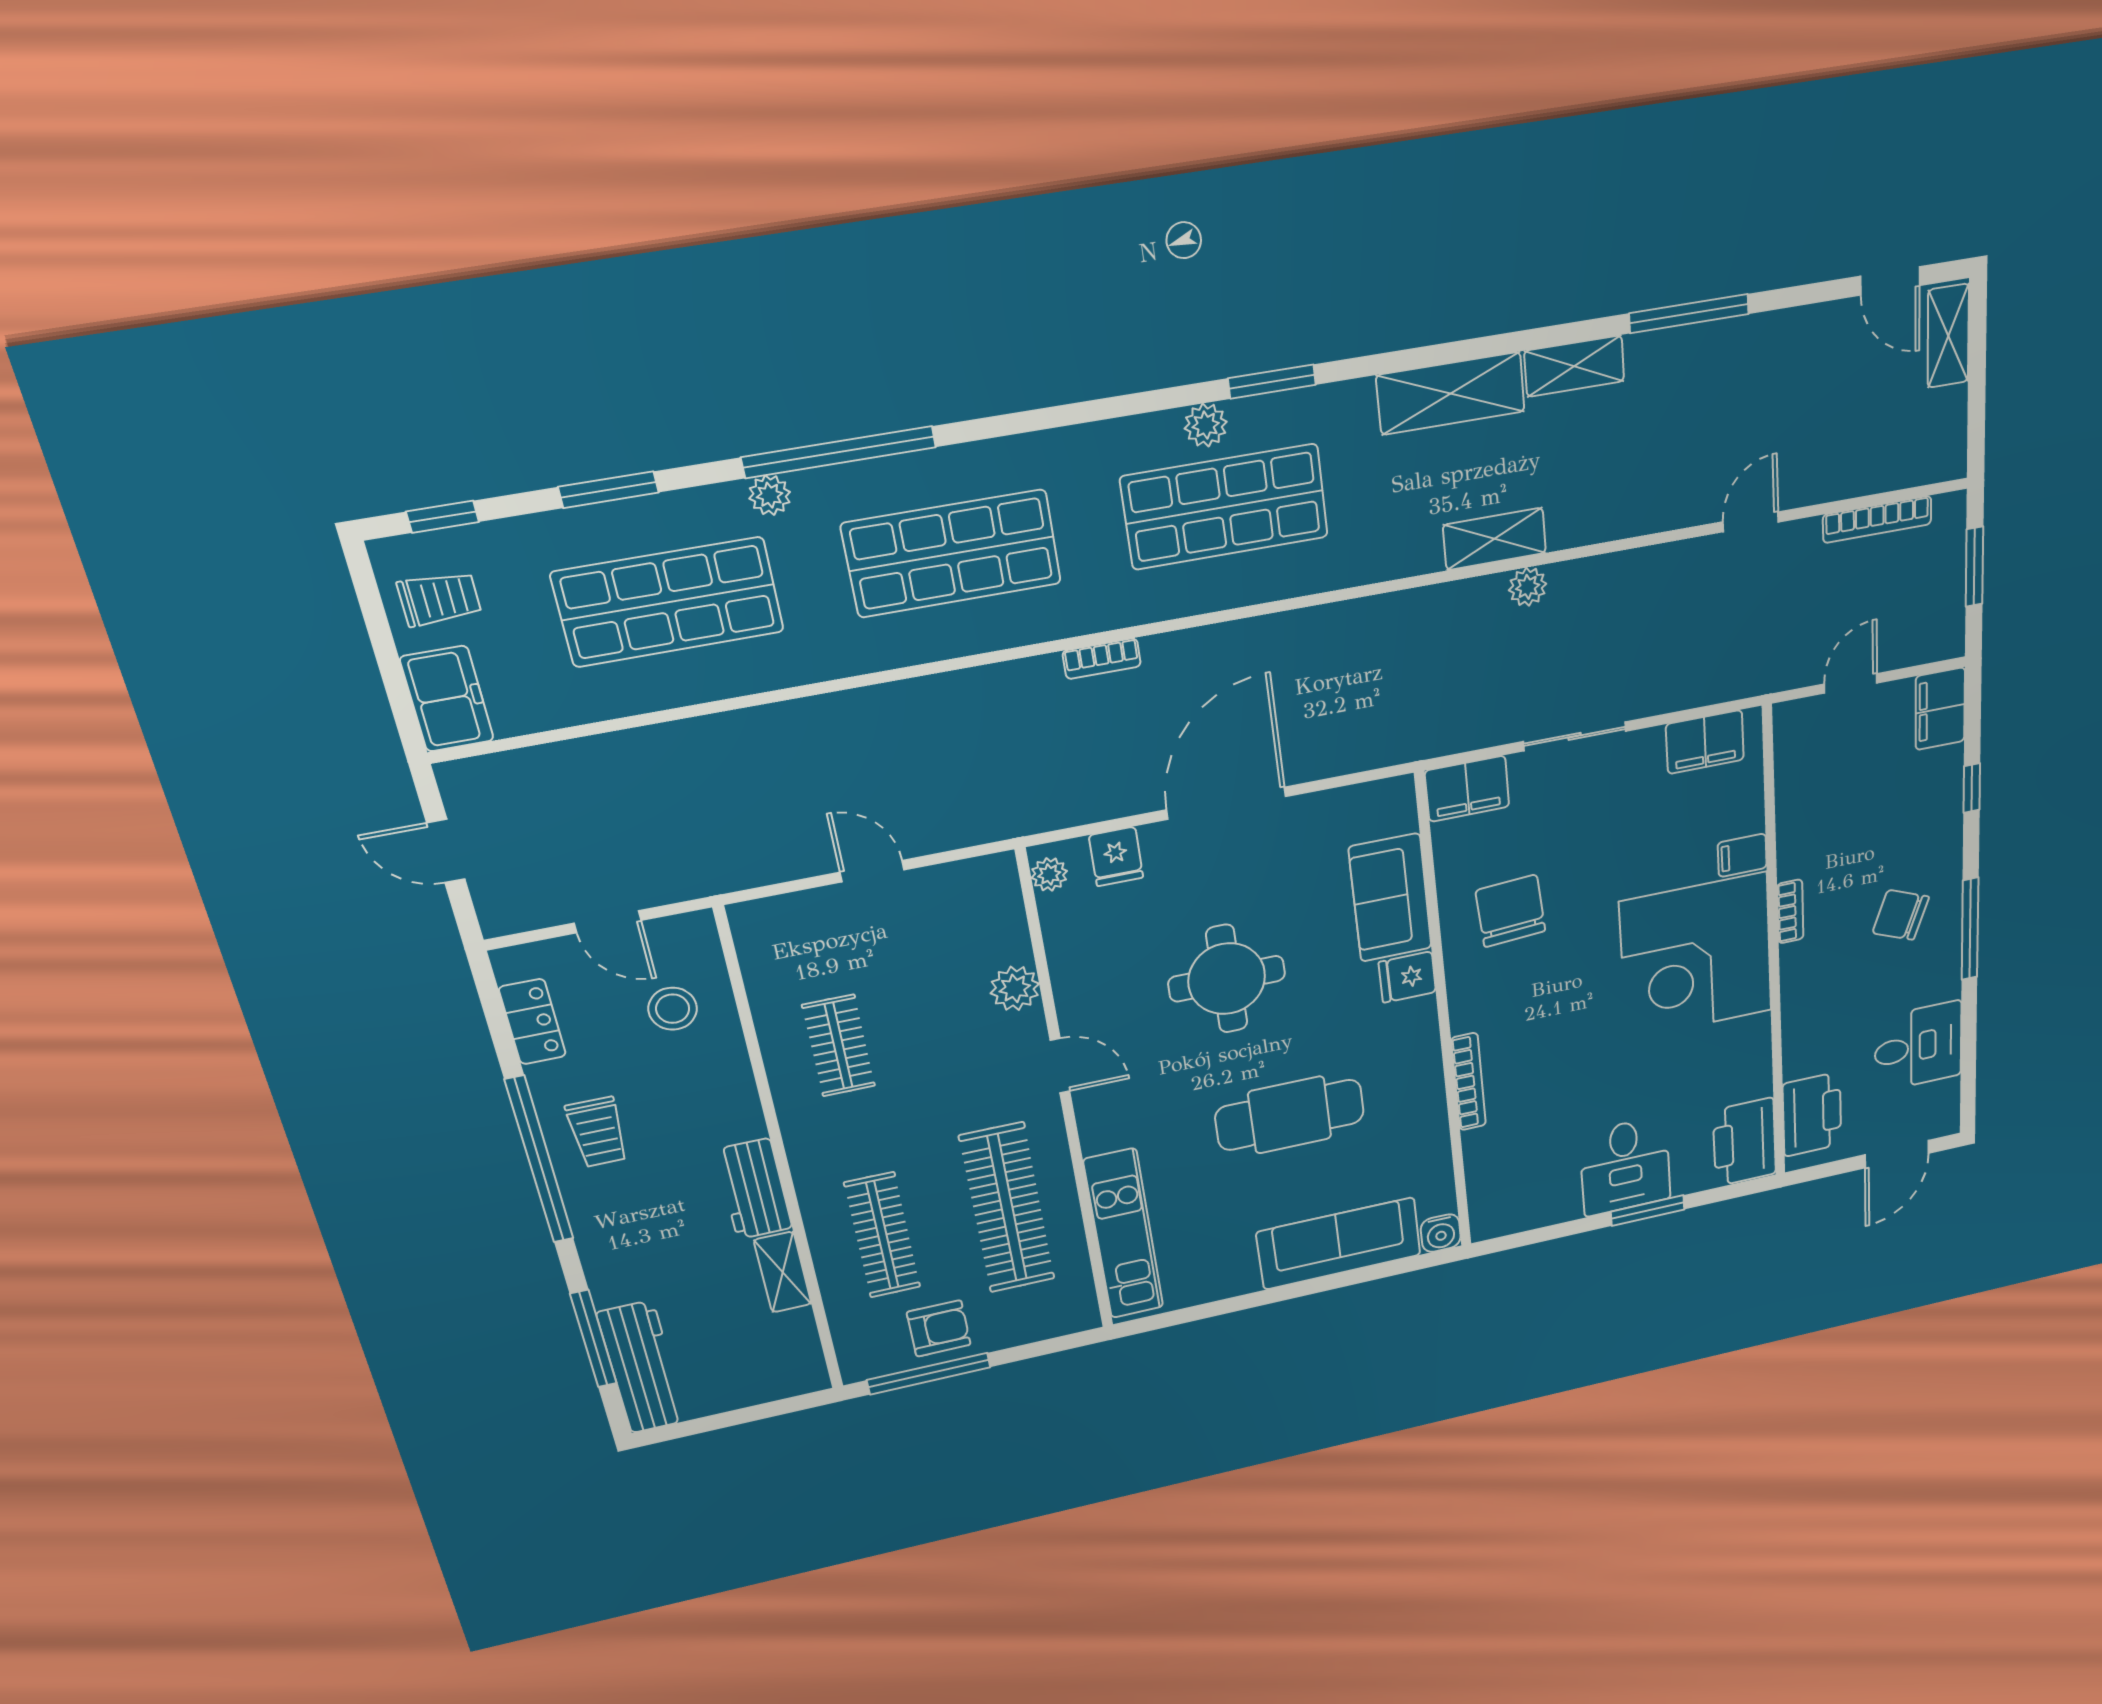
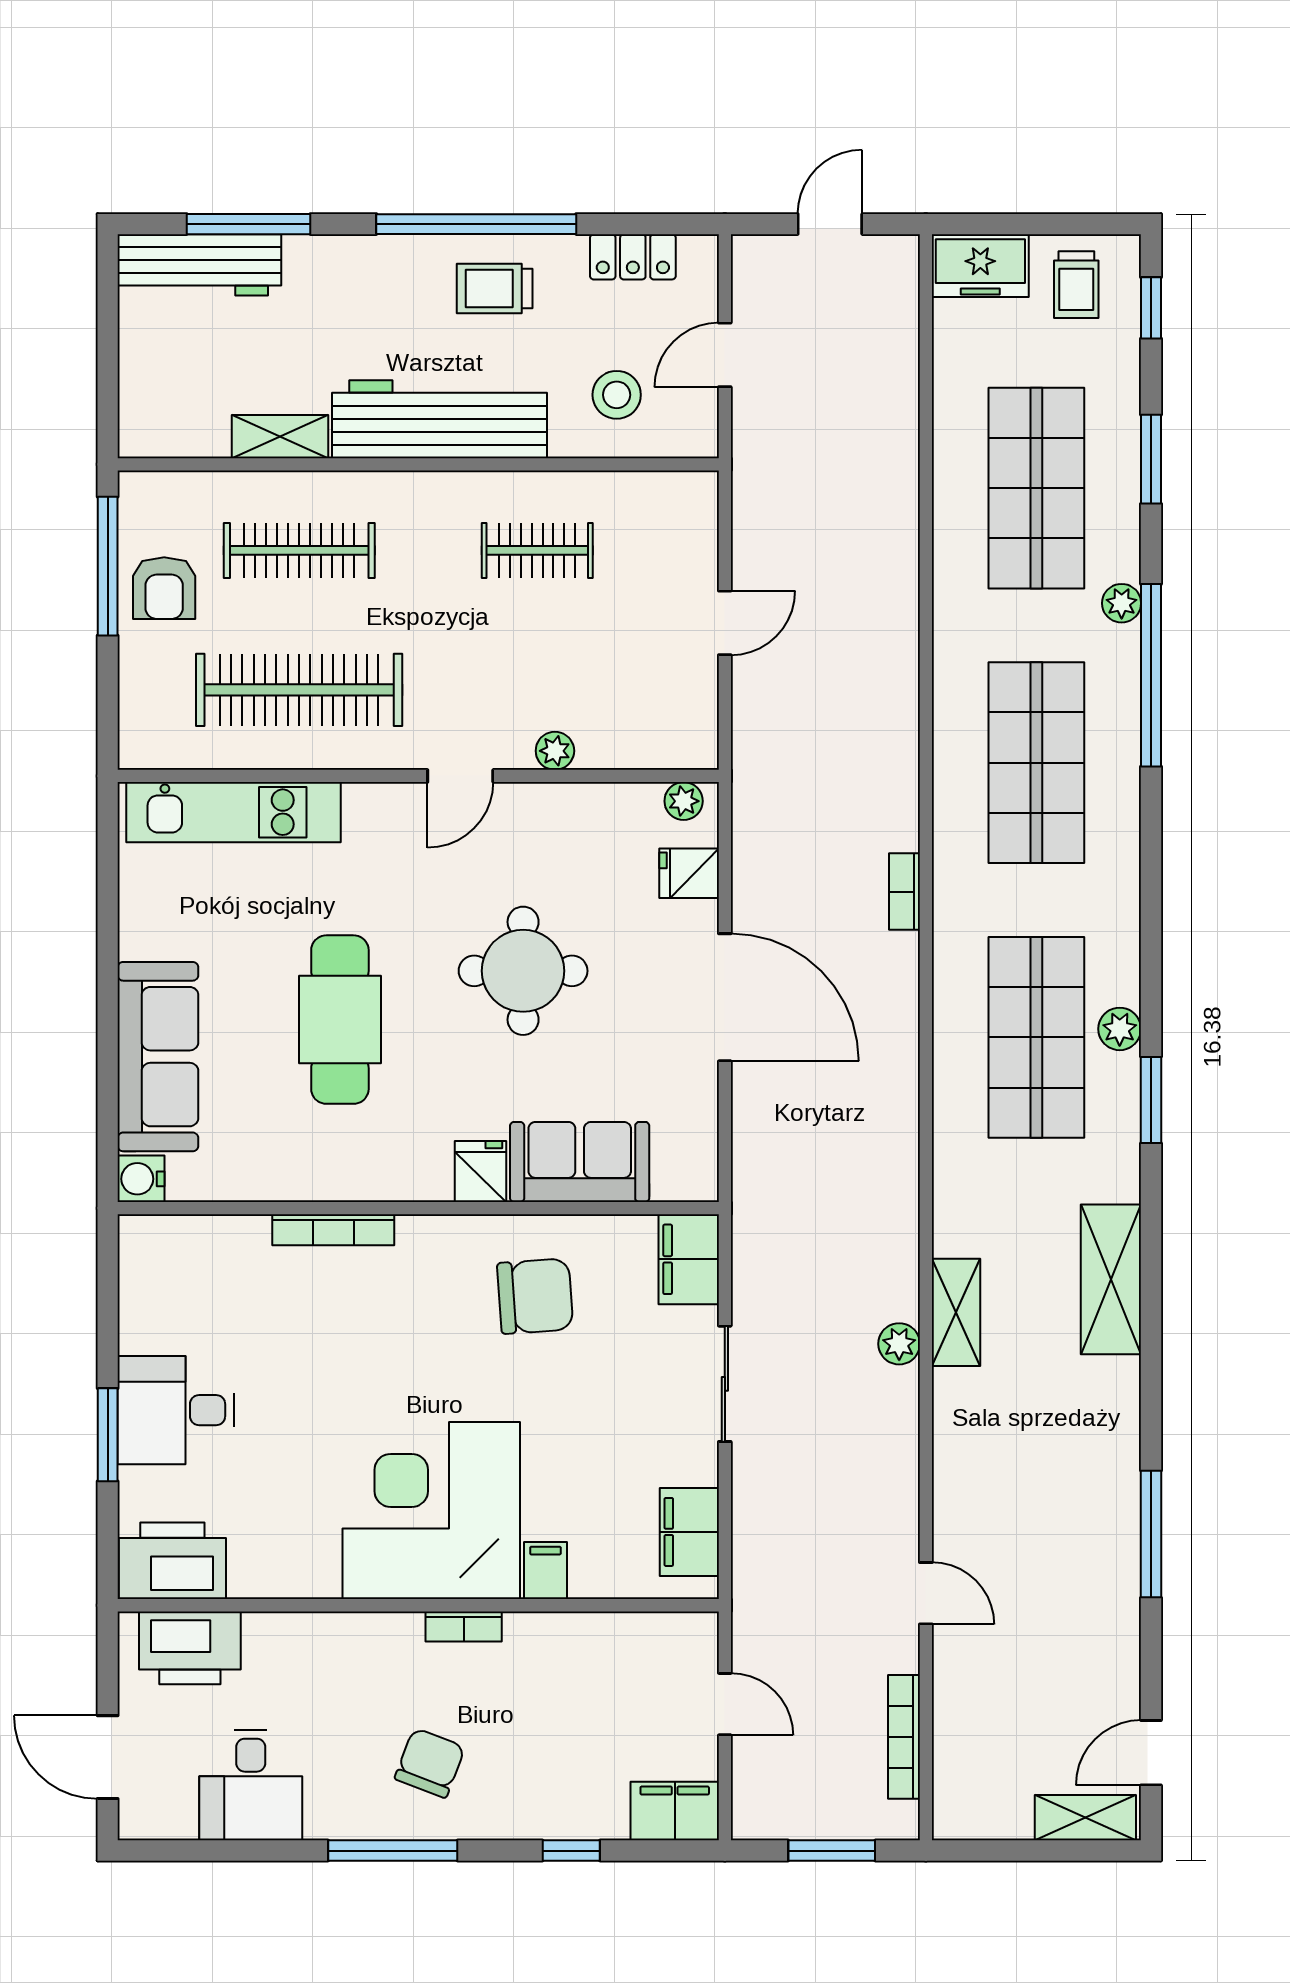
shelving: (1574, 366) -> (1118, 1410), removed
plant: (1015, 988) -> (555, 751), width x0.73, depth x0.73
workbench: (754, 1189) -> (440, 419), width x1.87, depth x1.32

